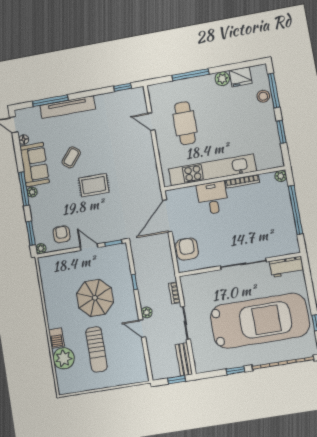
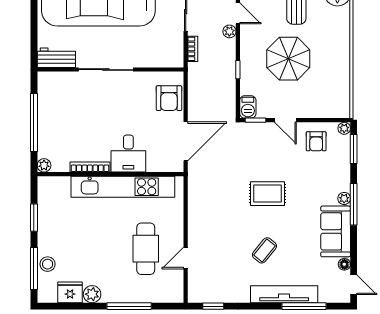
door: (151, 122) -> (186, 258), swing flipped
coffee table: (71, 157) -> (264, 250), moved
barbecue: (56, 338) -> (248, 107), moved, turned 180

